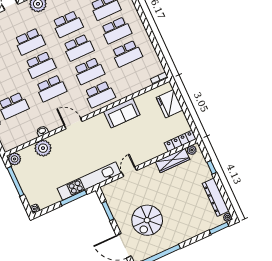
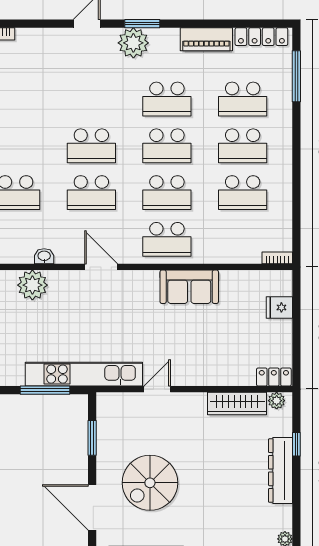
school desk: (30, 42) -> (91, 99), removed
fridge: (170, 104) -> (279, 307), width x0.53, depth x0.75
locker: (180, 141) -> (274, 377), width x0.66
dresser: (216, 197) -> (281, 471), moved

